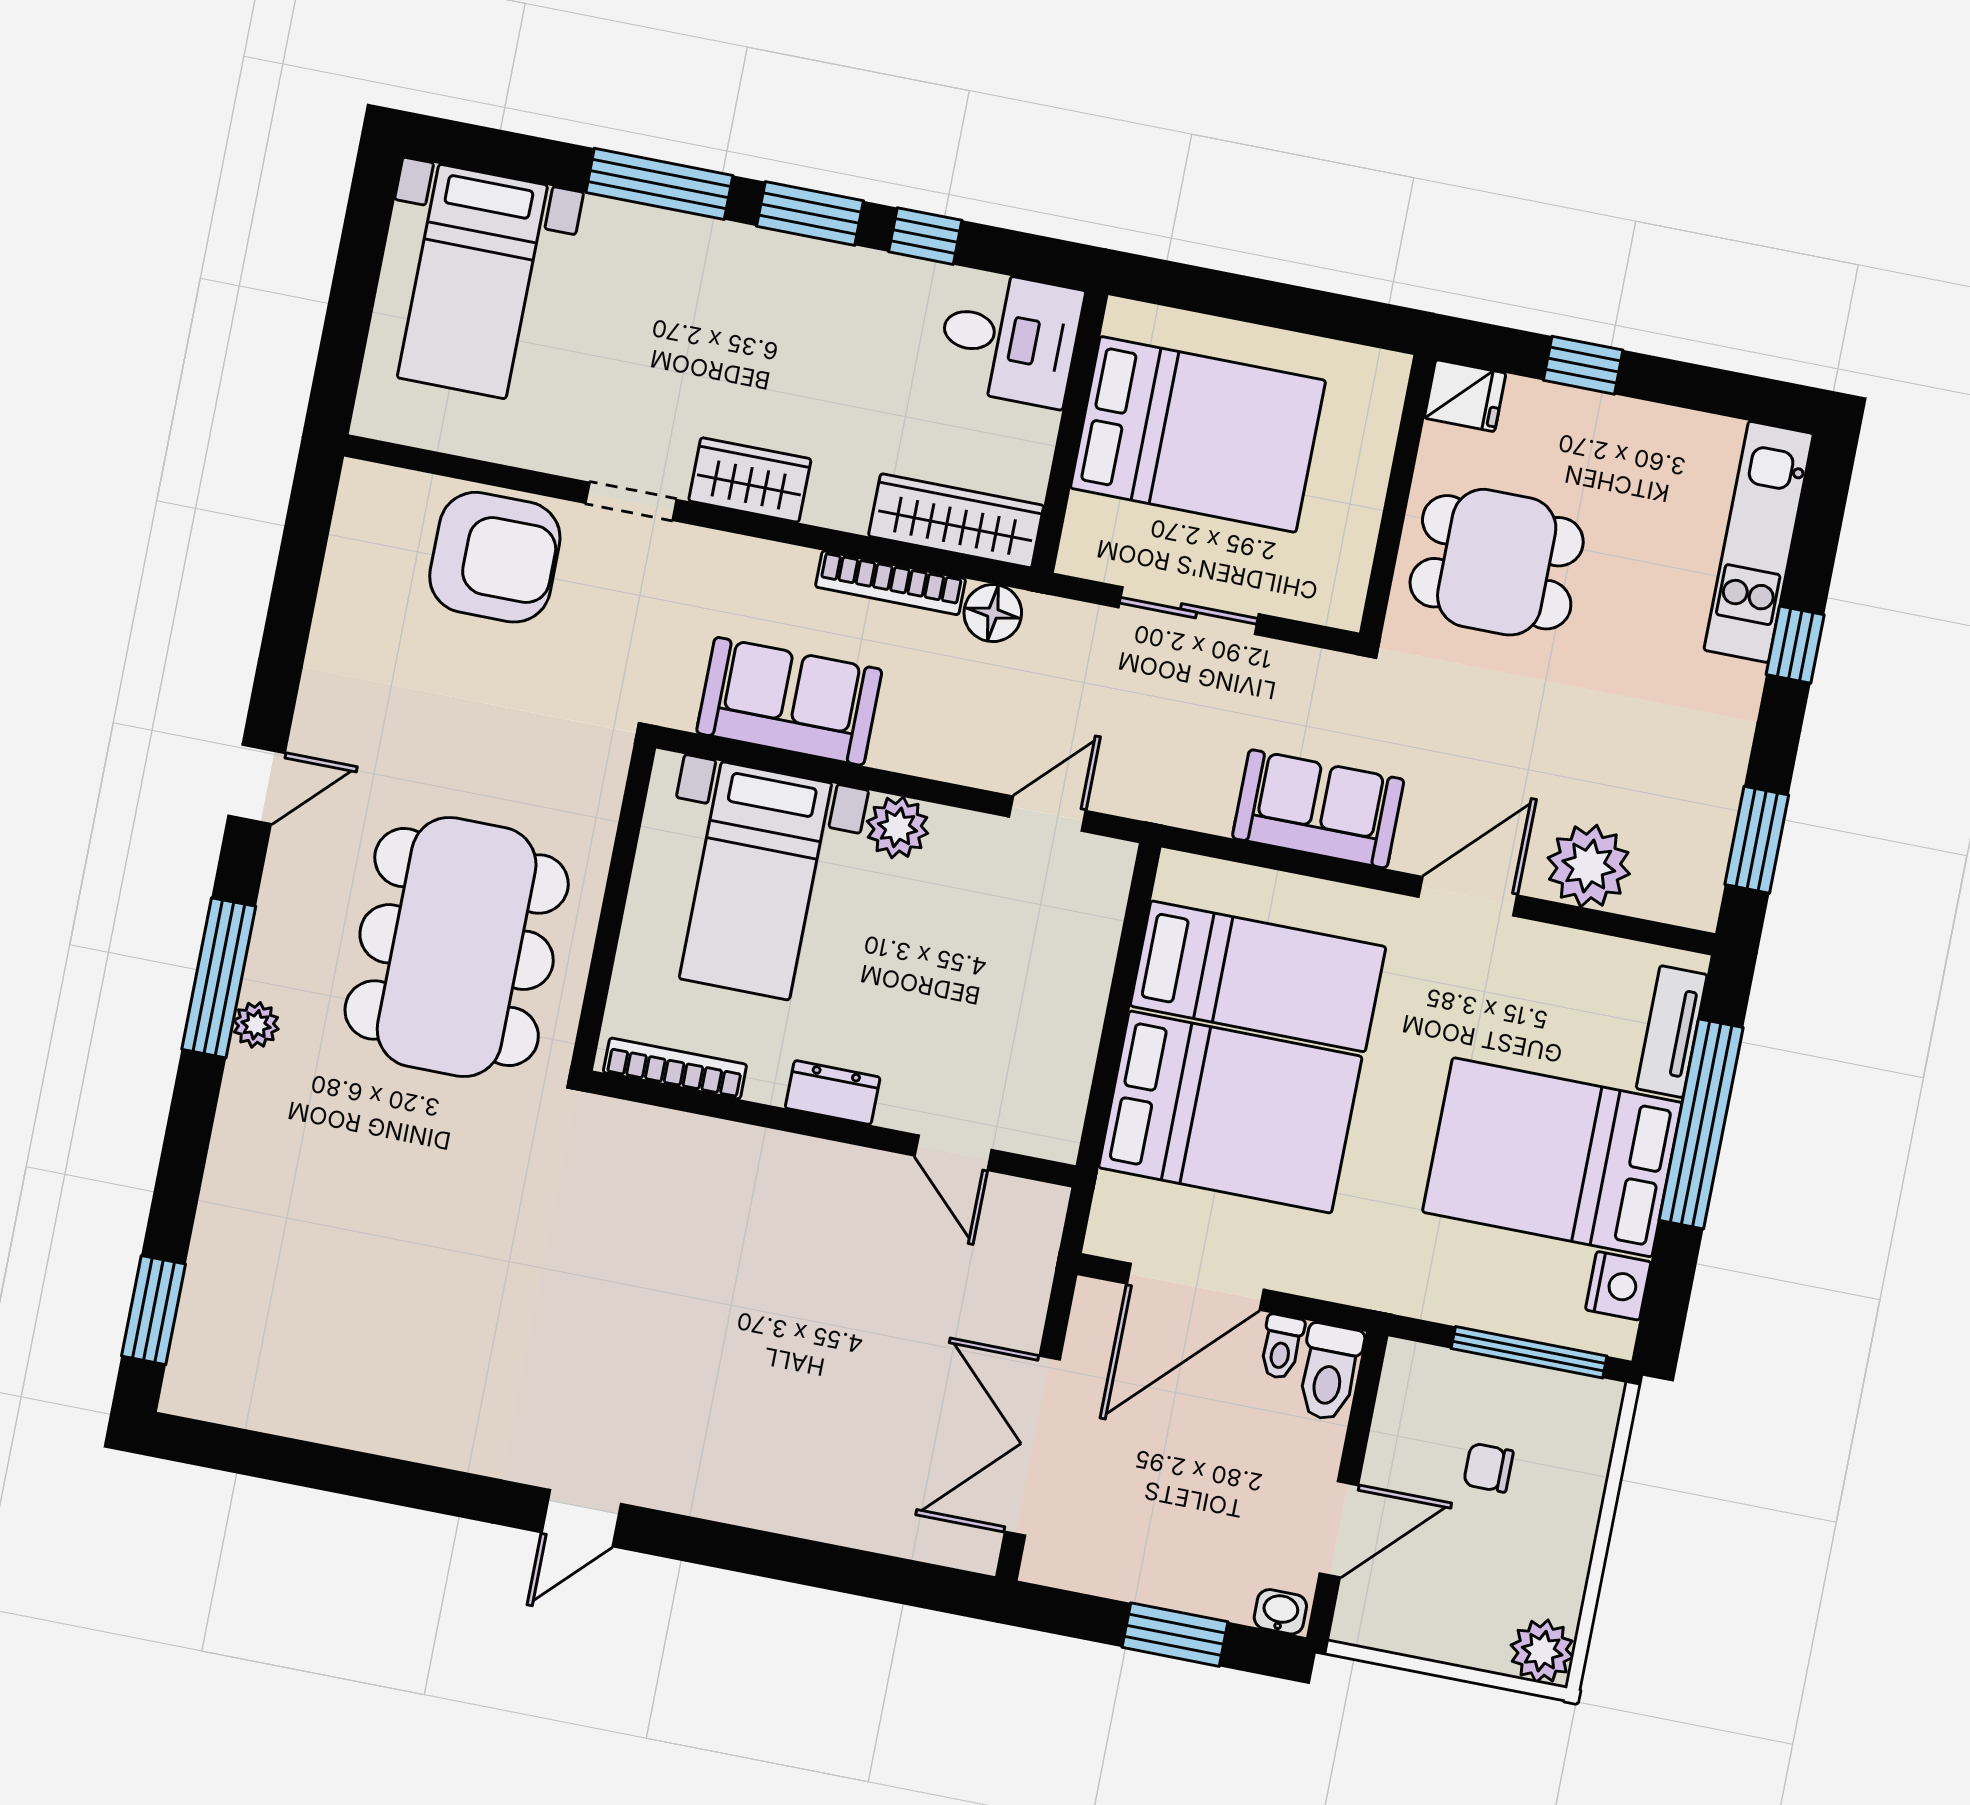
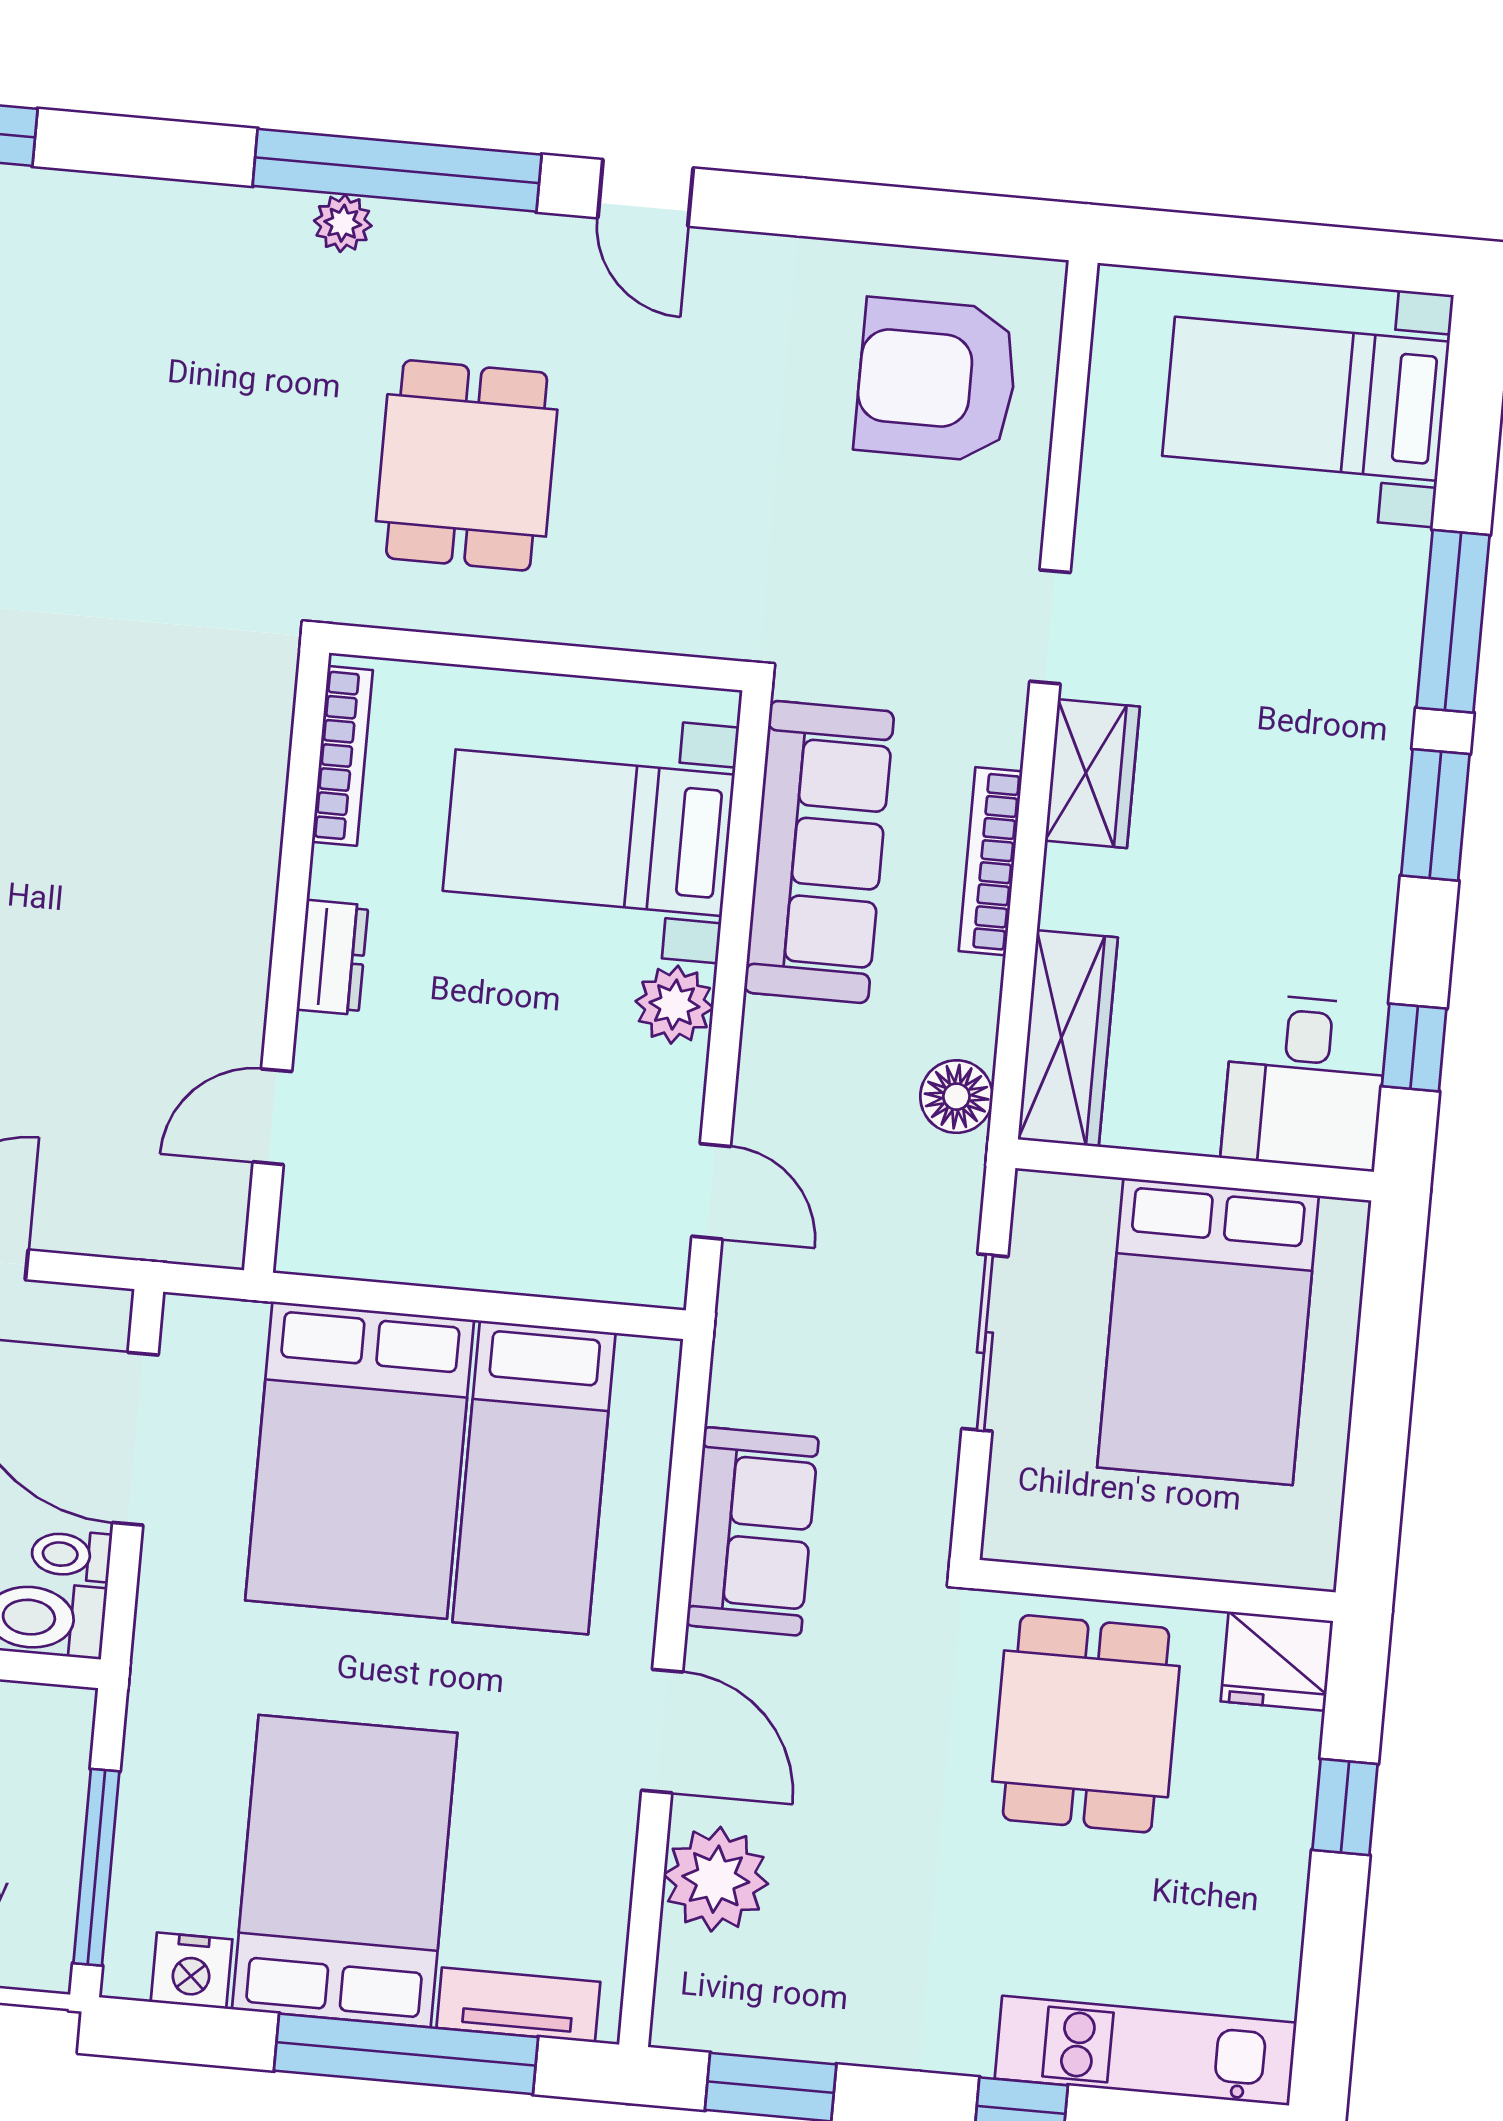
window: (925, 236) -> (1414, 1047), moved
fridge: (1465, 396) -> (1277, 1661), width x1.38
armchair: (495, 557) -> (936, 380), moved, turned 90
bookcase: (890, 583) -> (991, 861), moved
sofa: (789, 701) -> (819, 852), width x1.36
dining table: (457, 947) -> (467, 465), width x0.53, depth x0.80
window: (219, 978) -> (397, 170), width x1.46

